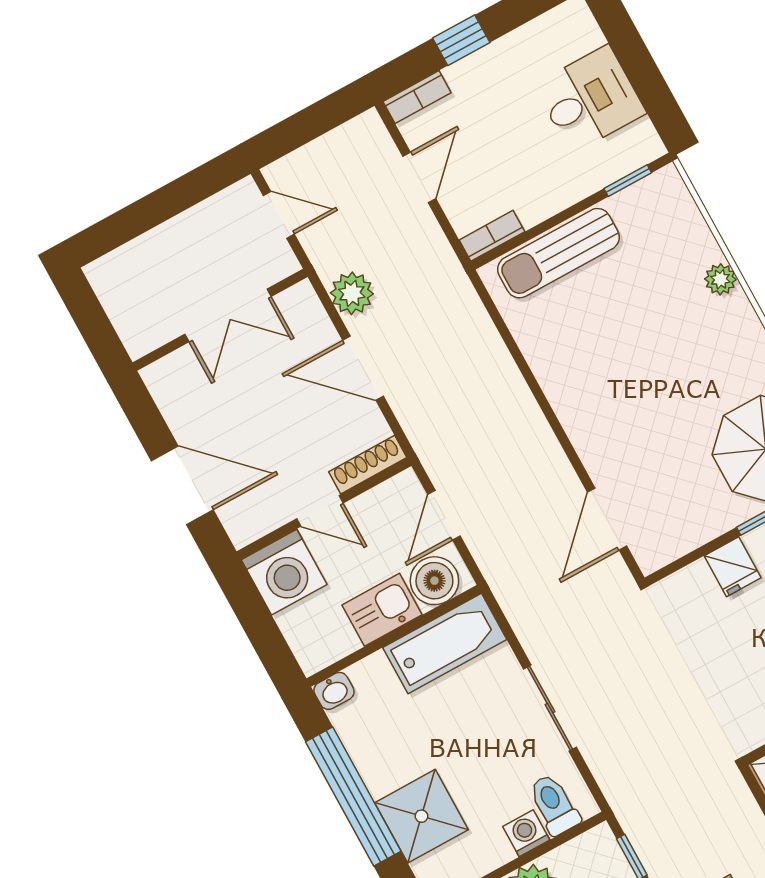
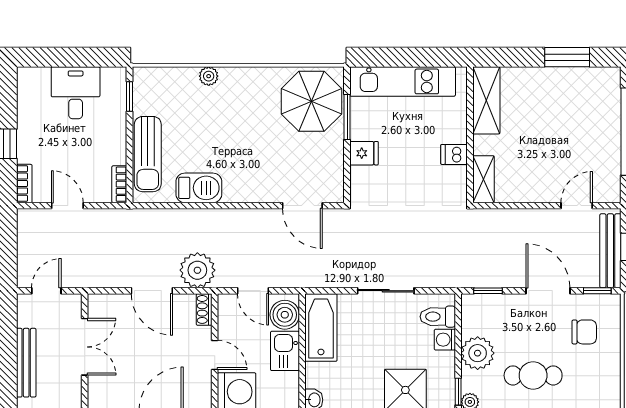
bench: (158, 243) -> (26, 363), added
plant: (352, 293) -> (197, 270), moved, width x1.36, depth x1.36
barbecue: (550, 354) -> (199, 188), added
door: (363, 368) -> (152, 291), hinge flipped
shoe rack: (368, 465) -> (204, 309), width x0.70
door: (320, 511) -> (215, 355), hinge flipped

